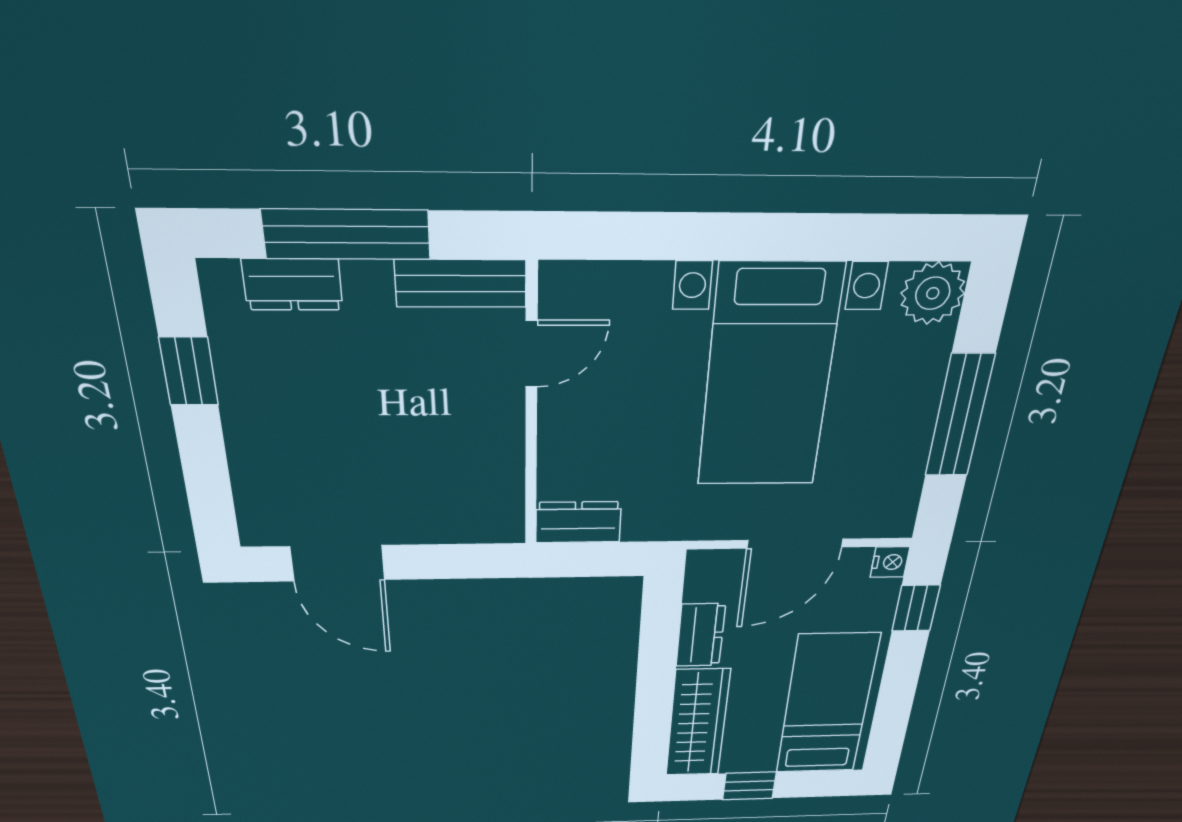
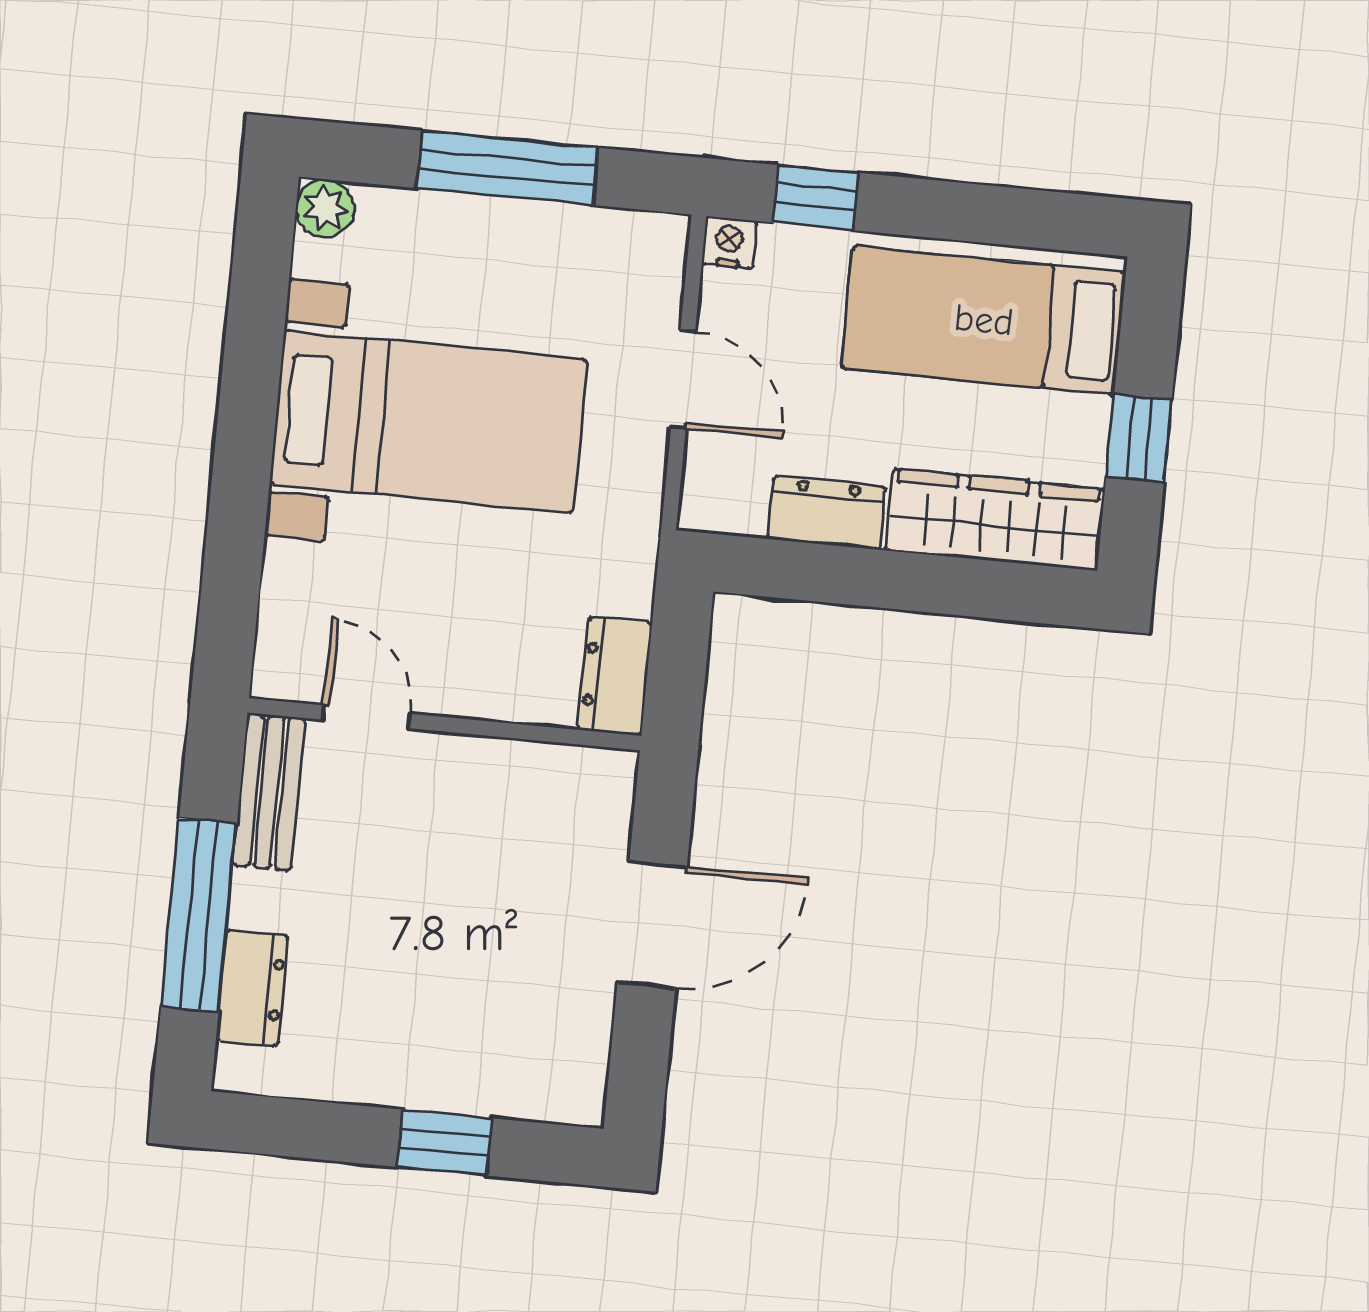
plant: (933, 293) -> (325, 208), width x0.73, depth x0.73
window: (189, 371) -> (444, 1143), moved
door: (795, 544) -> (683, 379), width x0.73
door: (338, 563) -> (652, 925), moved

